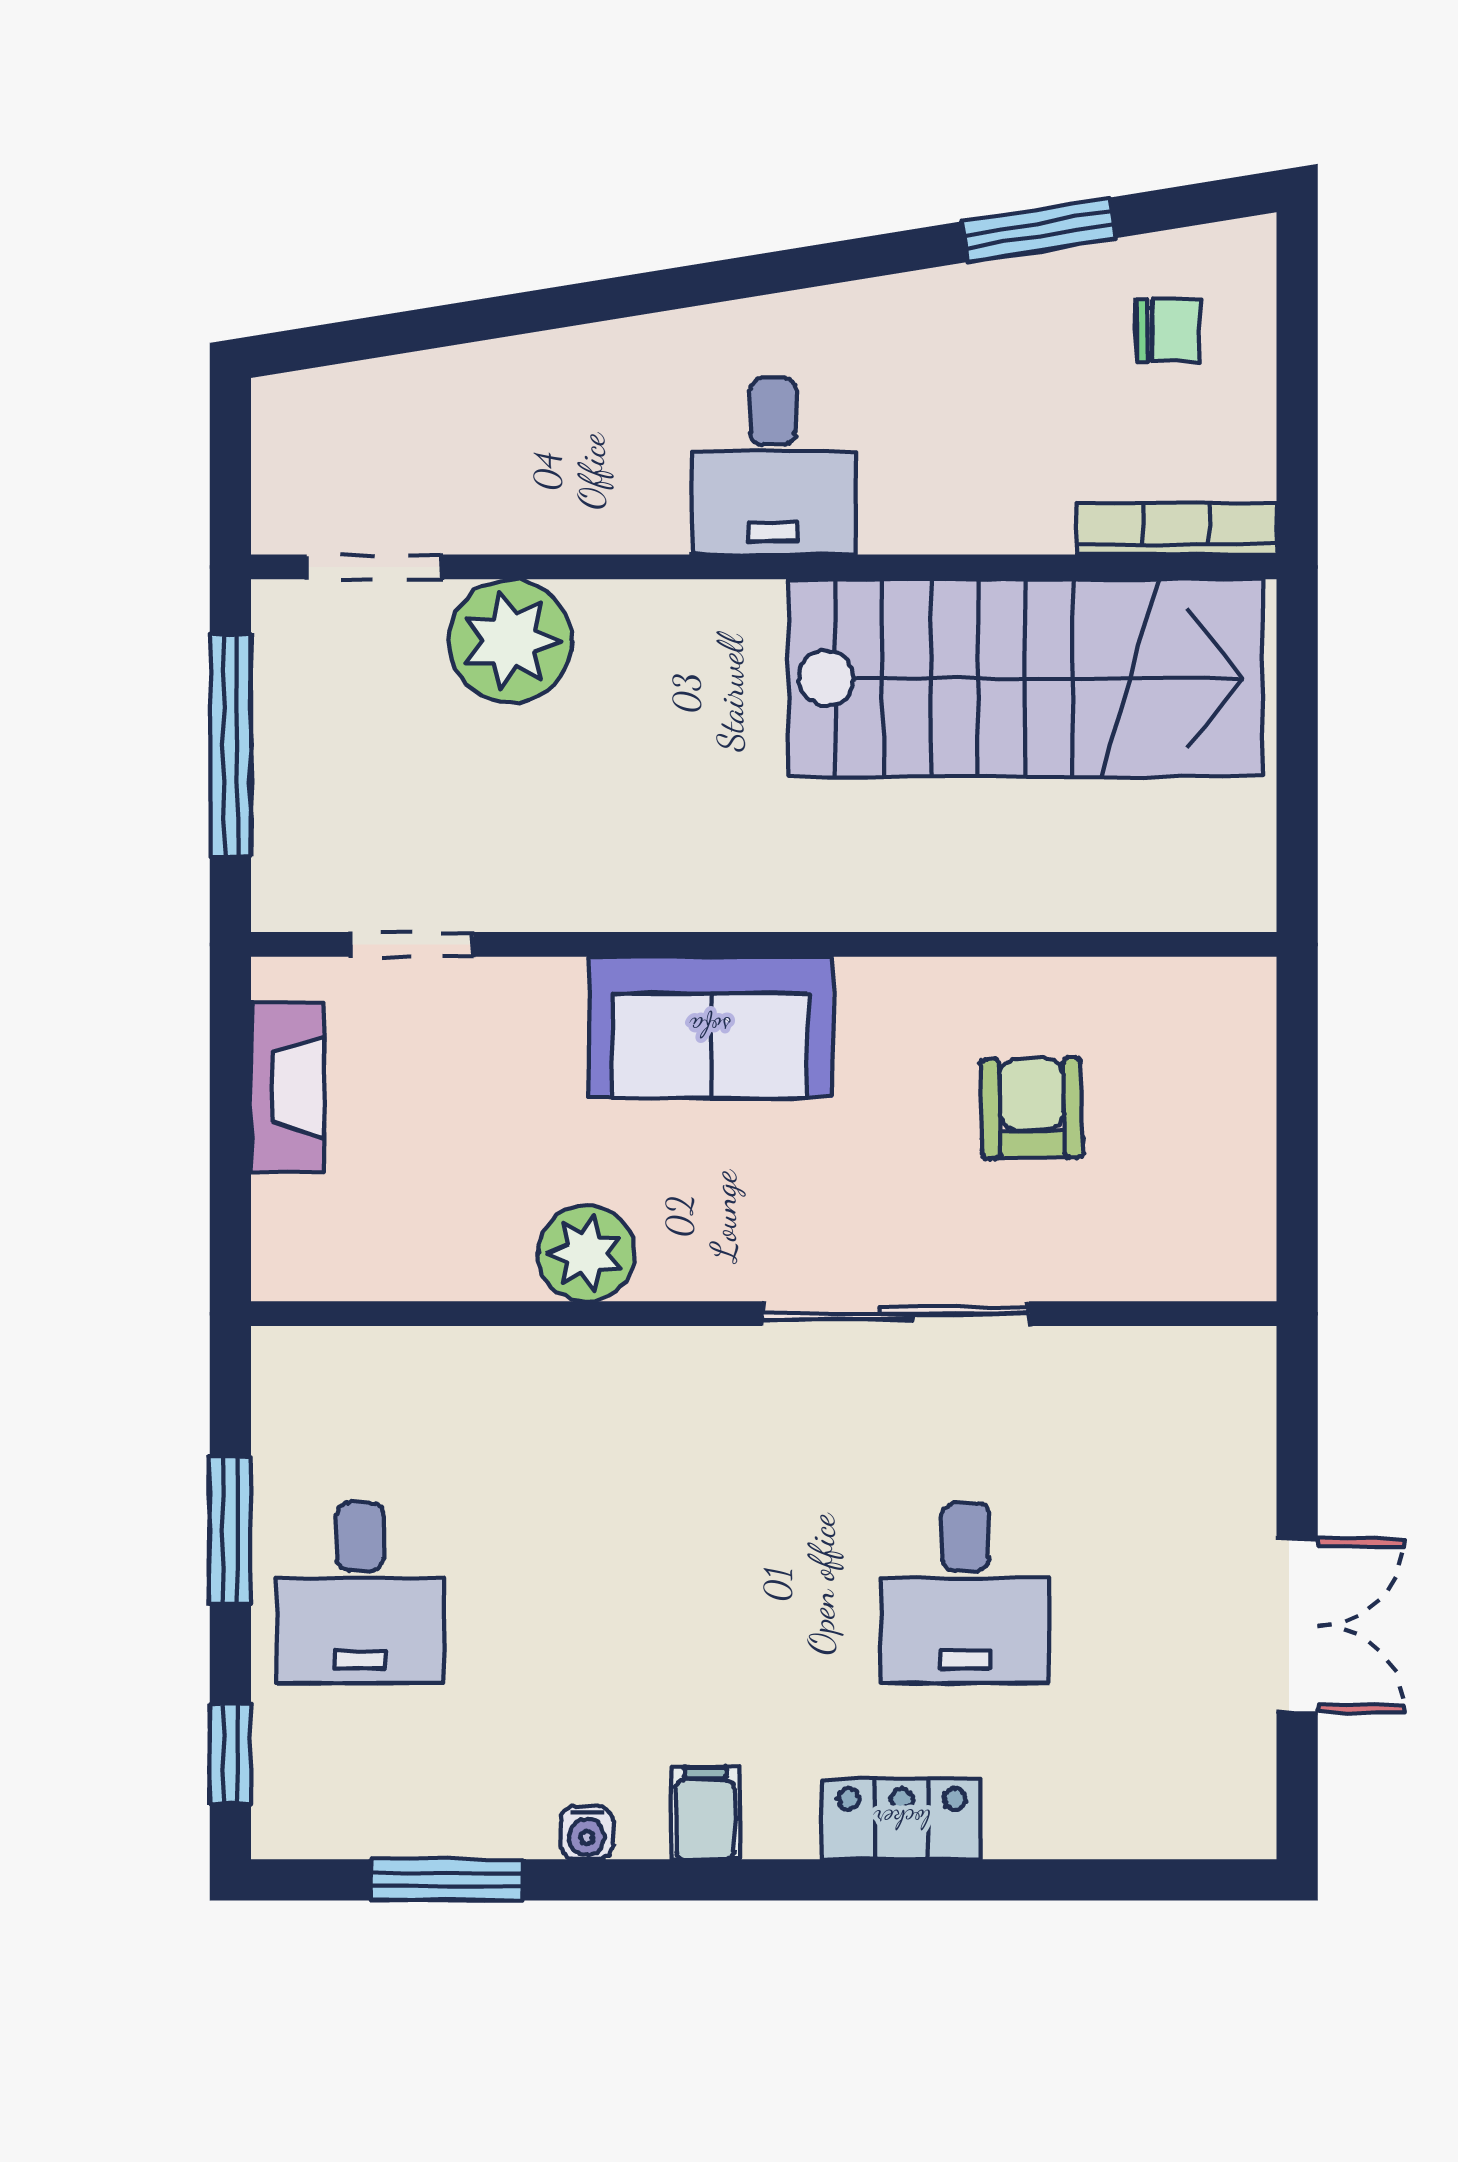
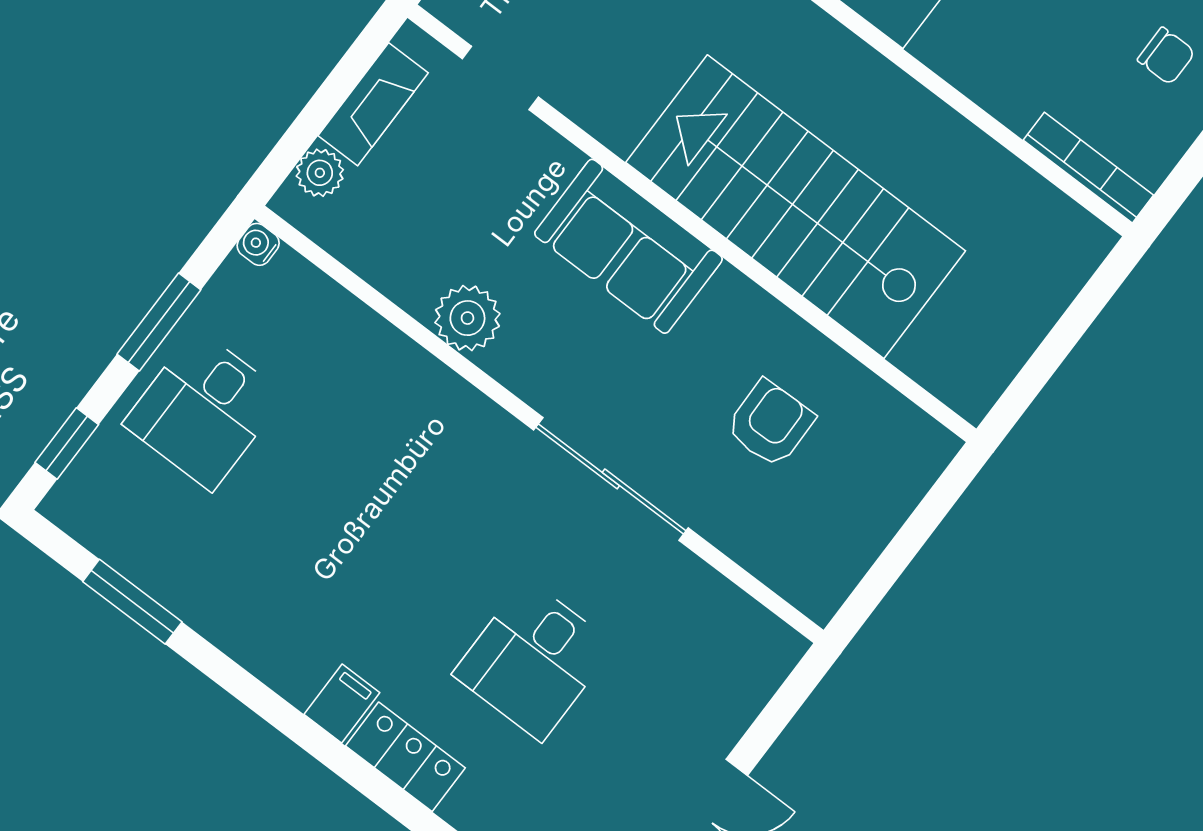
stairs: (1025, 678) -> (796, 207), moved, turned 180
plant: (286, 1214) -> (320, 173), added
filing cabinet: (705, 1813) -> (342, 703), moved
water cooler: (587, 1833) -> (258, 244), moved, turned 90

